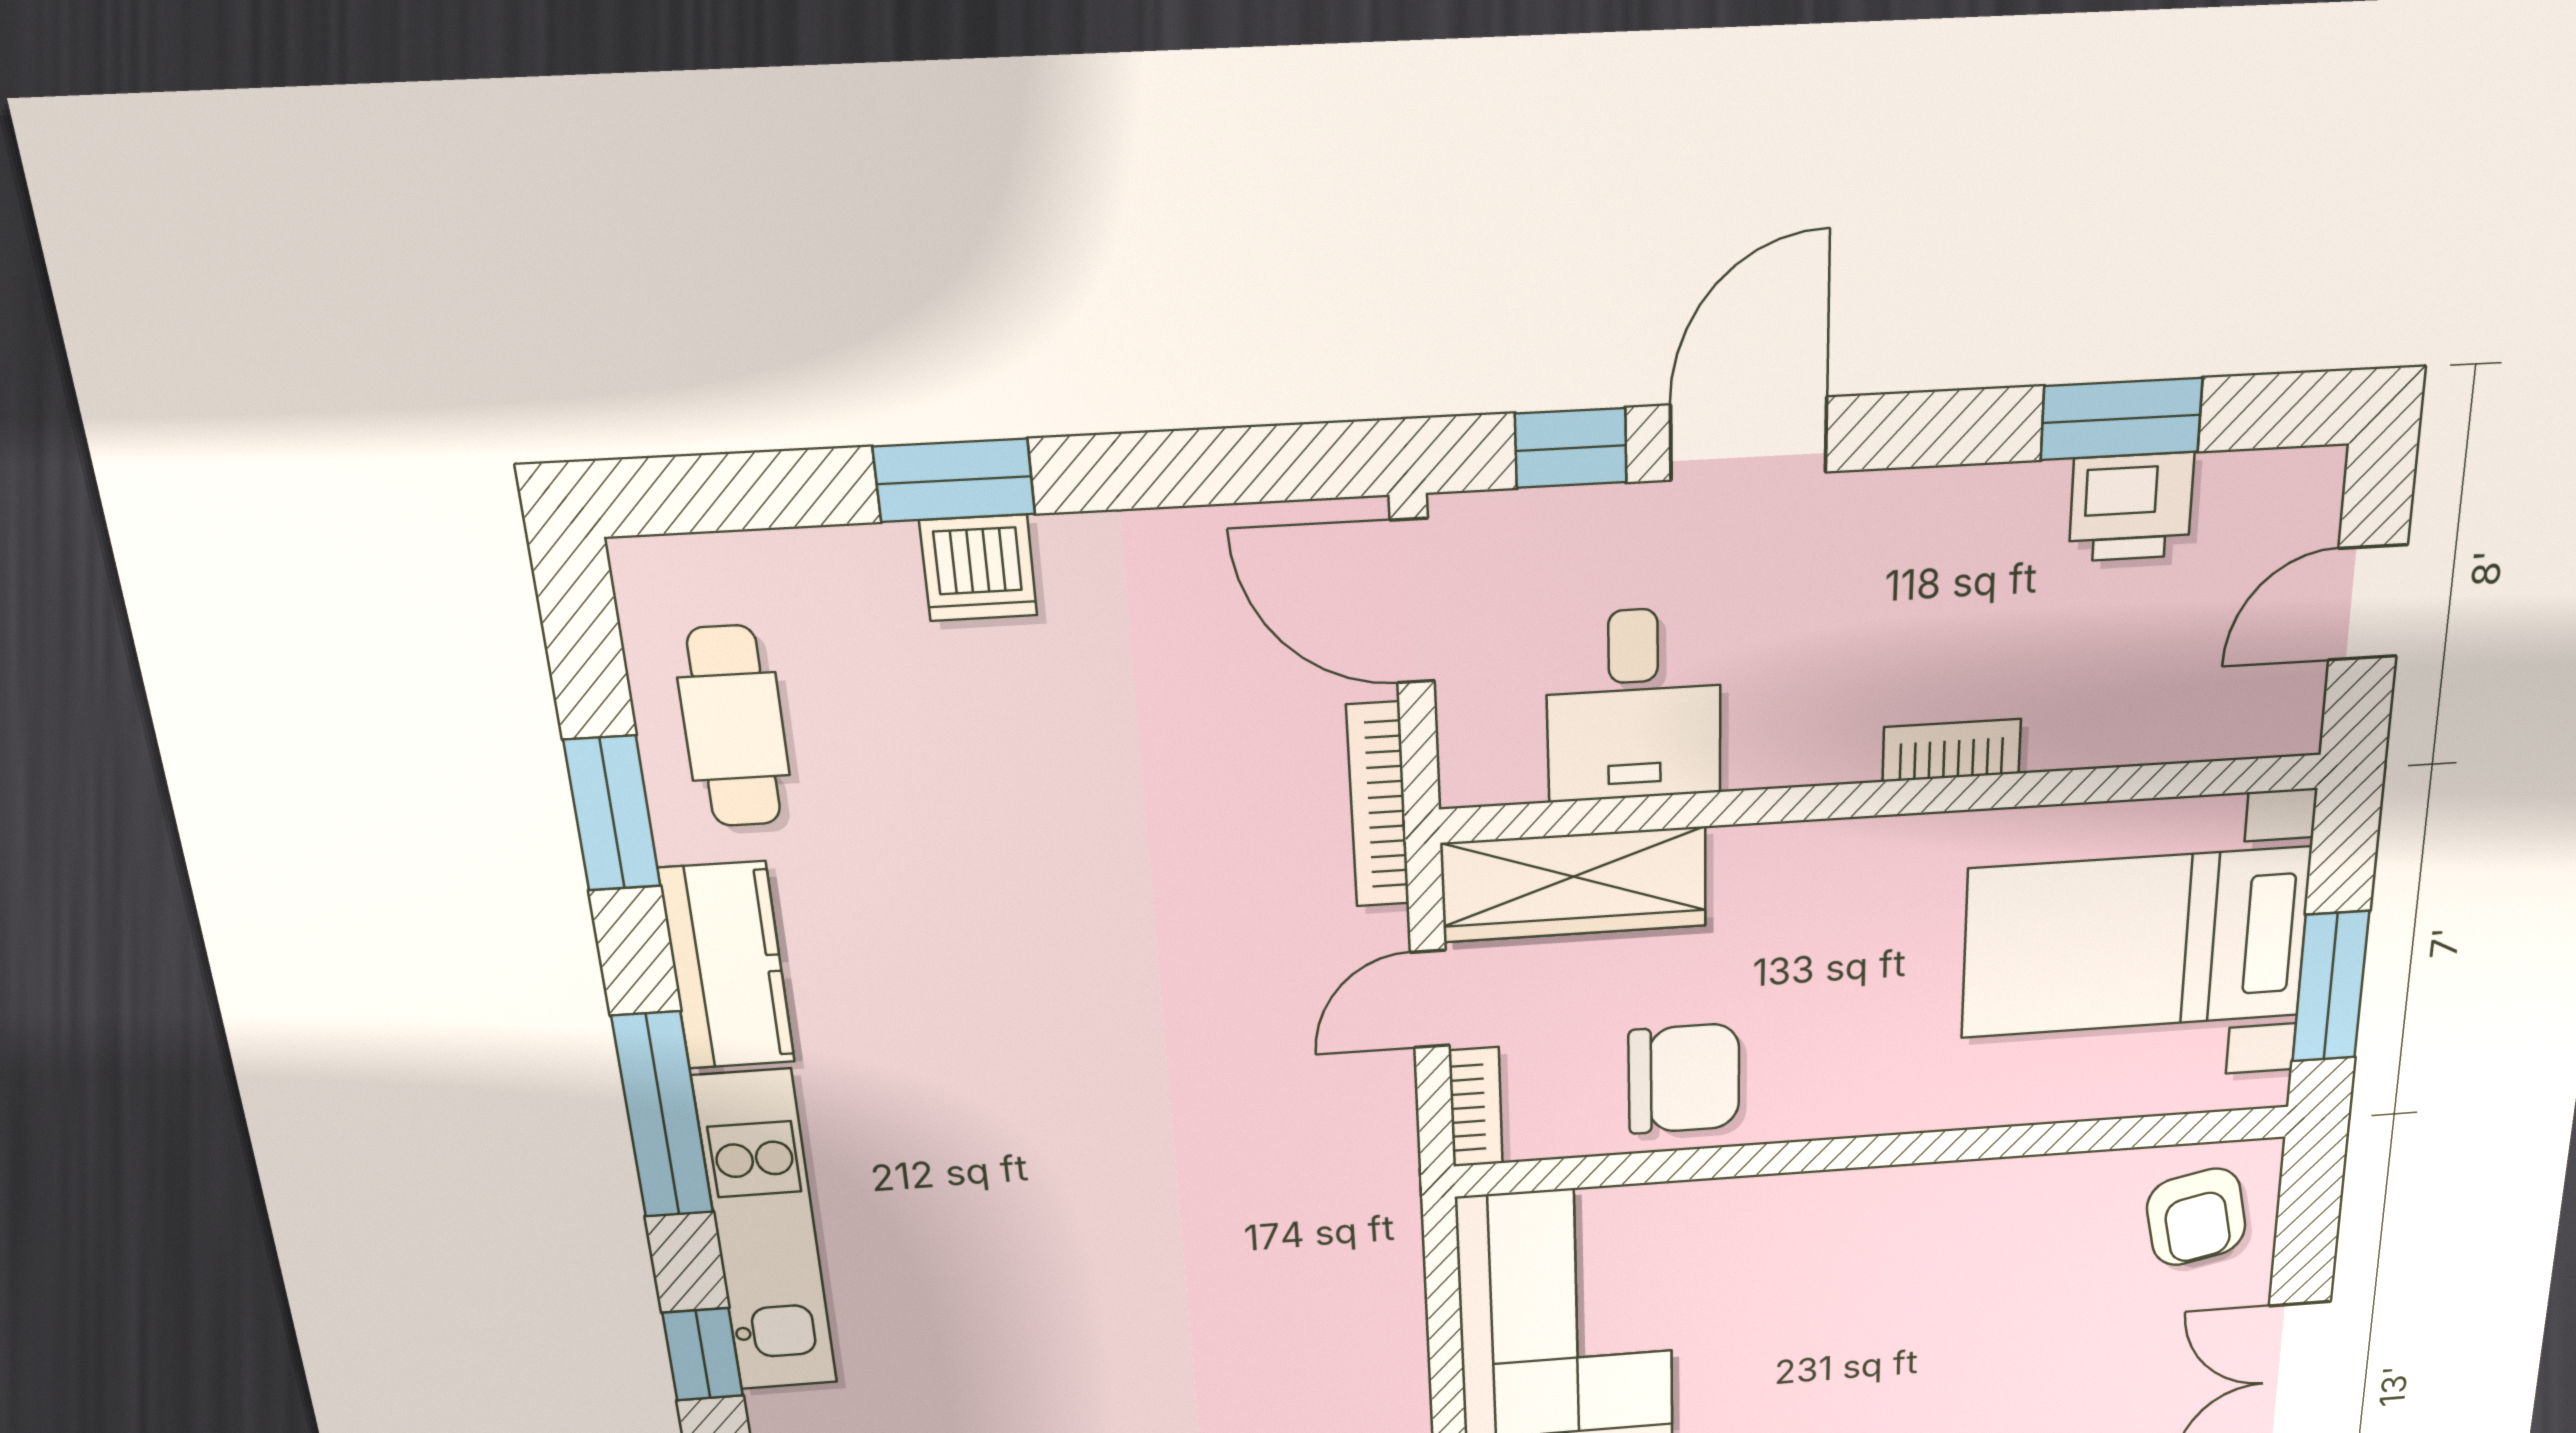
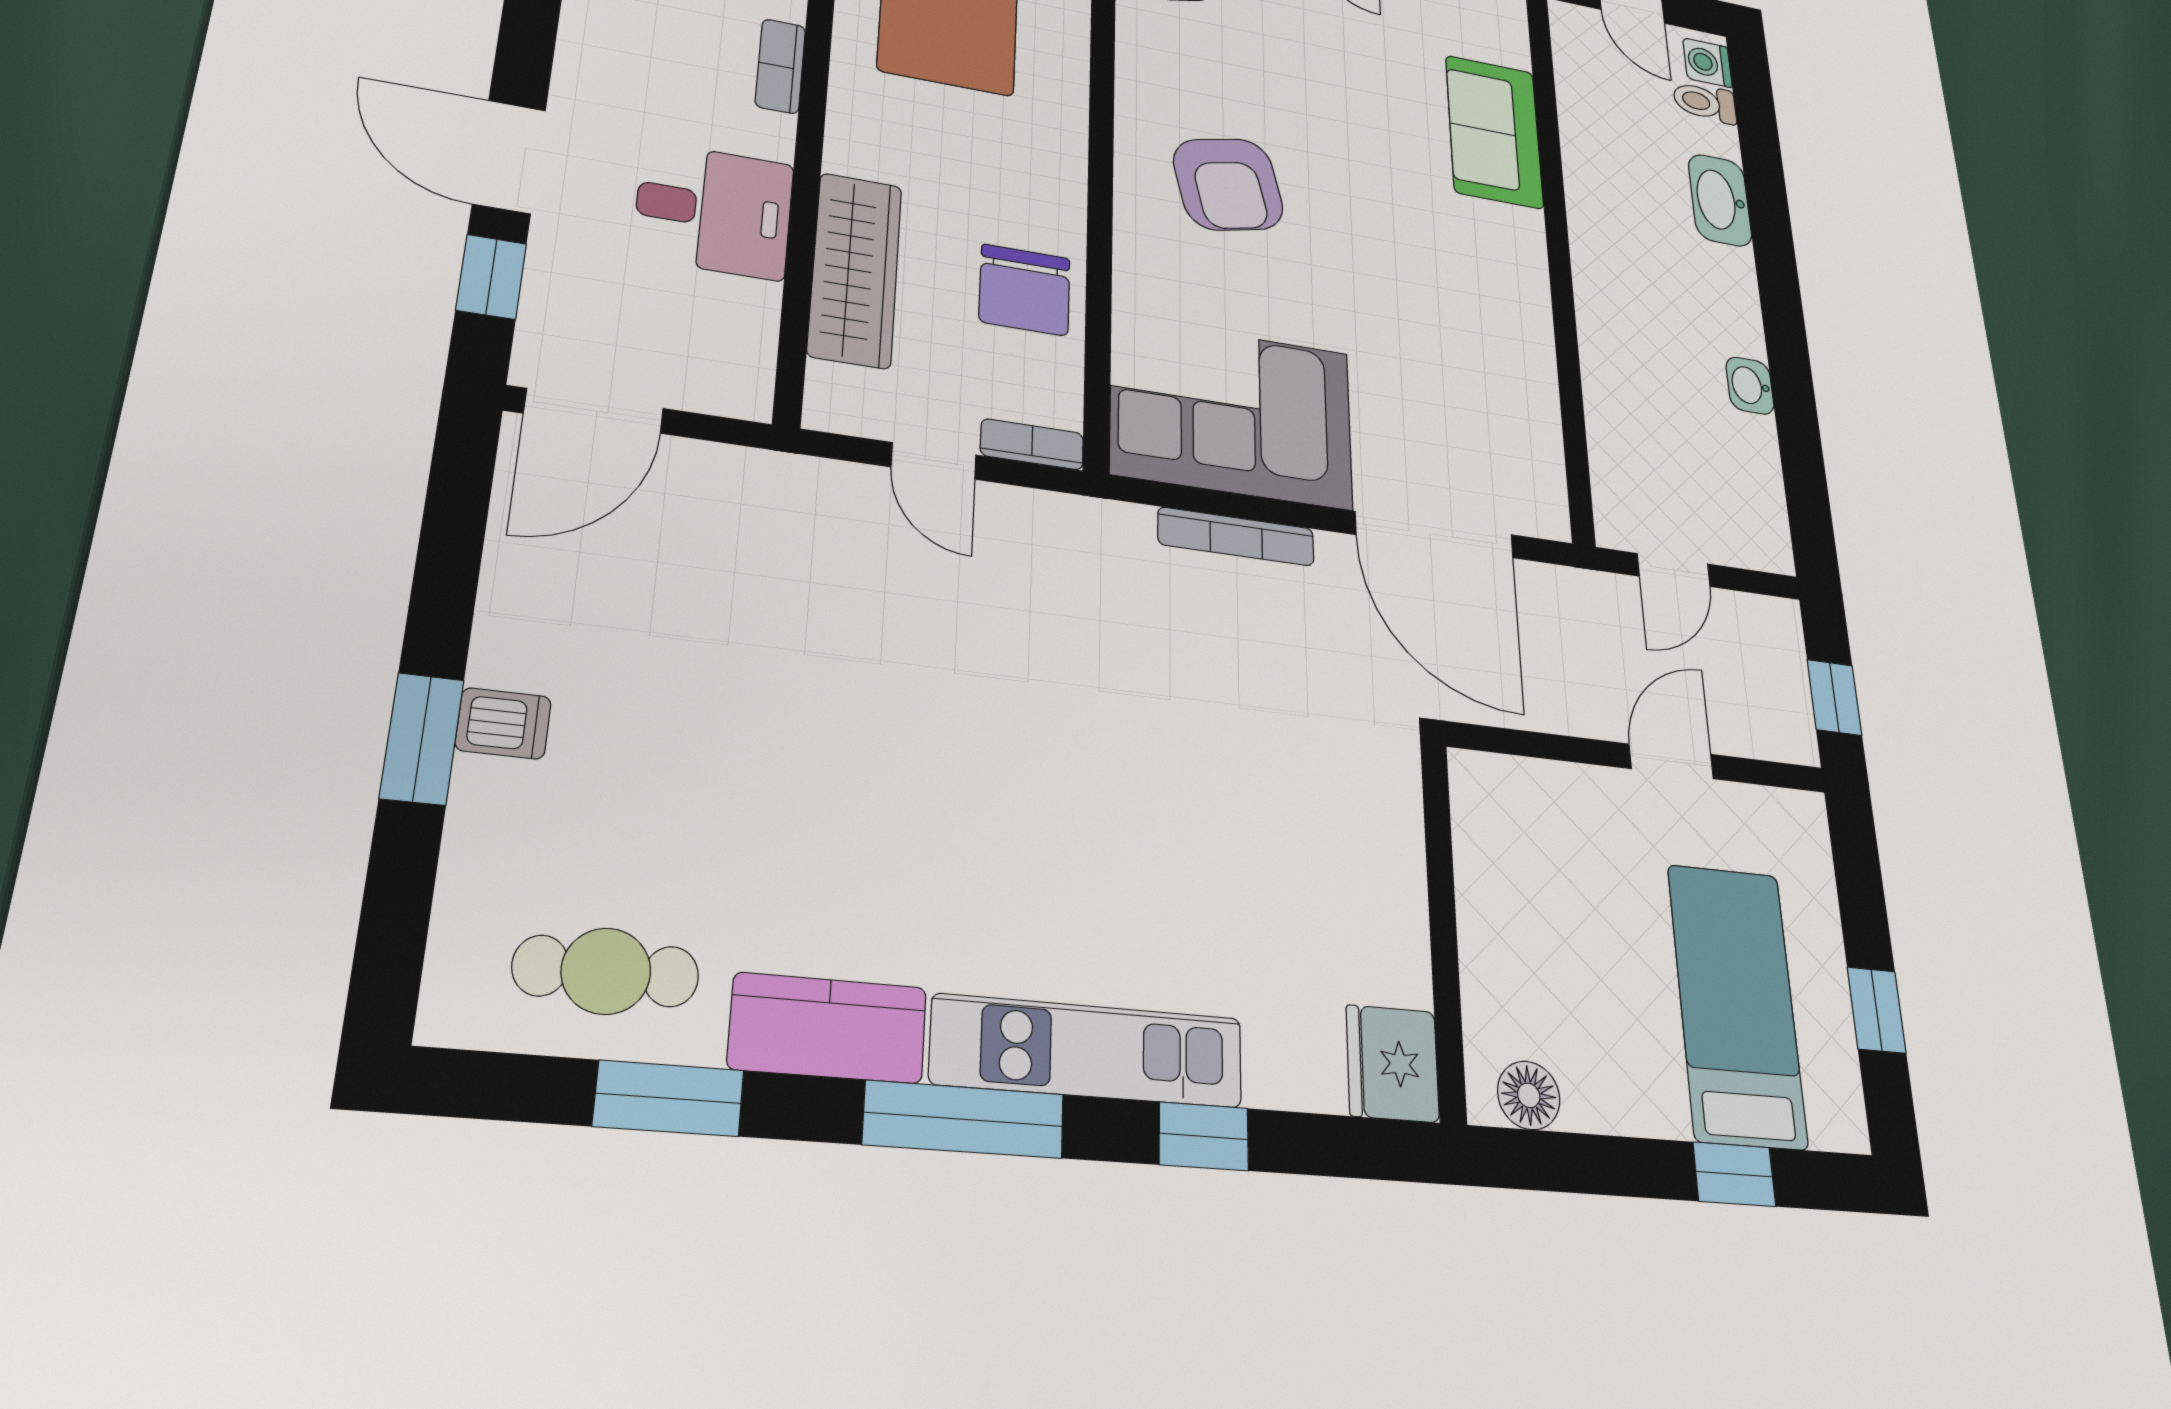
dishwasher: (978, 568) -> (503, 723), width x0.73
desk: (1634, 705) -> (714, 210), moved
bookcase: (1378, 805) -> (1236, 536), moved
wardrobe: (1574, 885) -> (855, 270), moved
chair: (1684, 1079) -> (1025, 290), turned 180
armchair: (1883, 1301) -> (1228, 184), added

